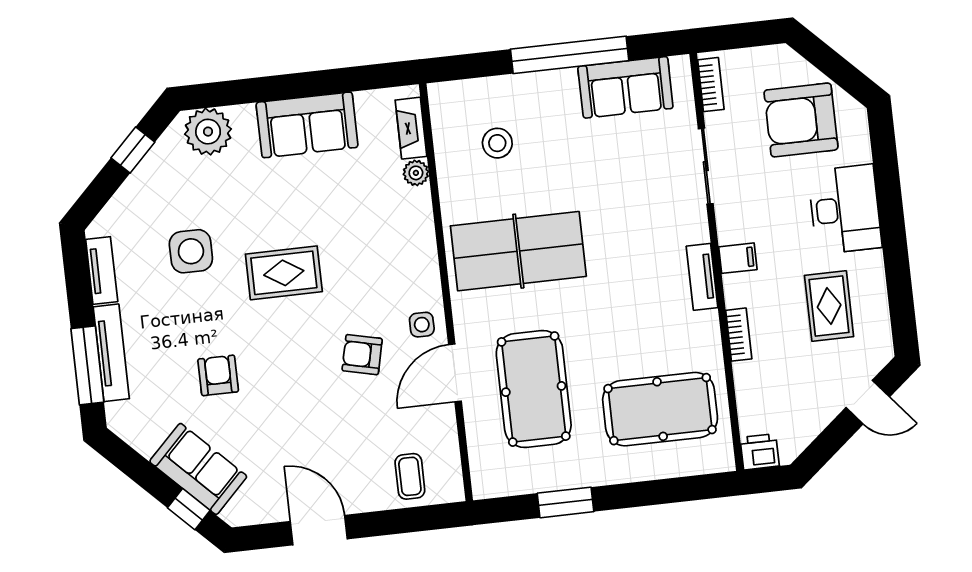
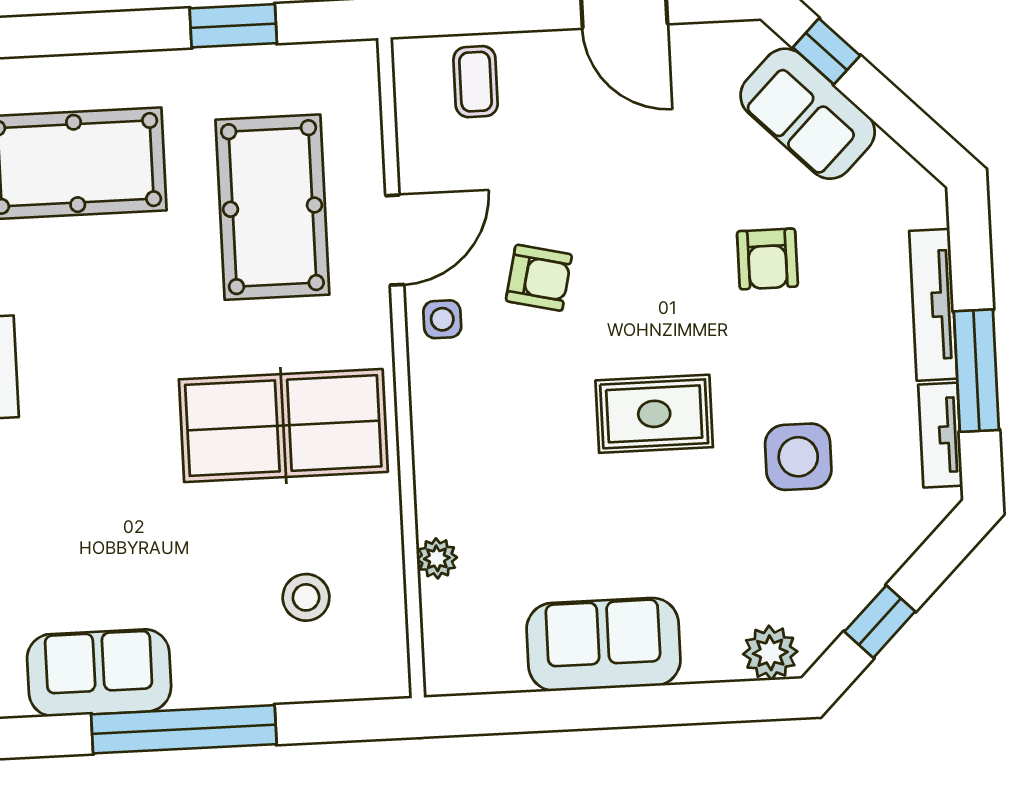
fireplace: (411, 128) -> (440, 629), removed
plant: (208, 132) -> (770, 653), width x0.73, depth x0.73
window: (87, 365) -> (976, 371), moved

